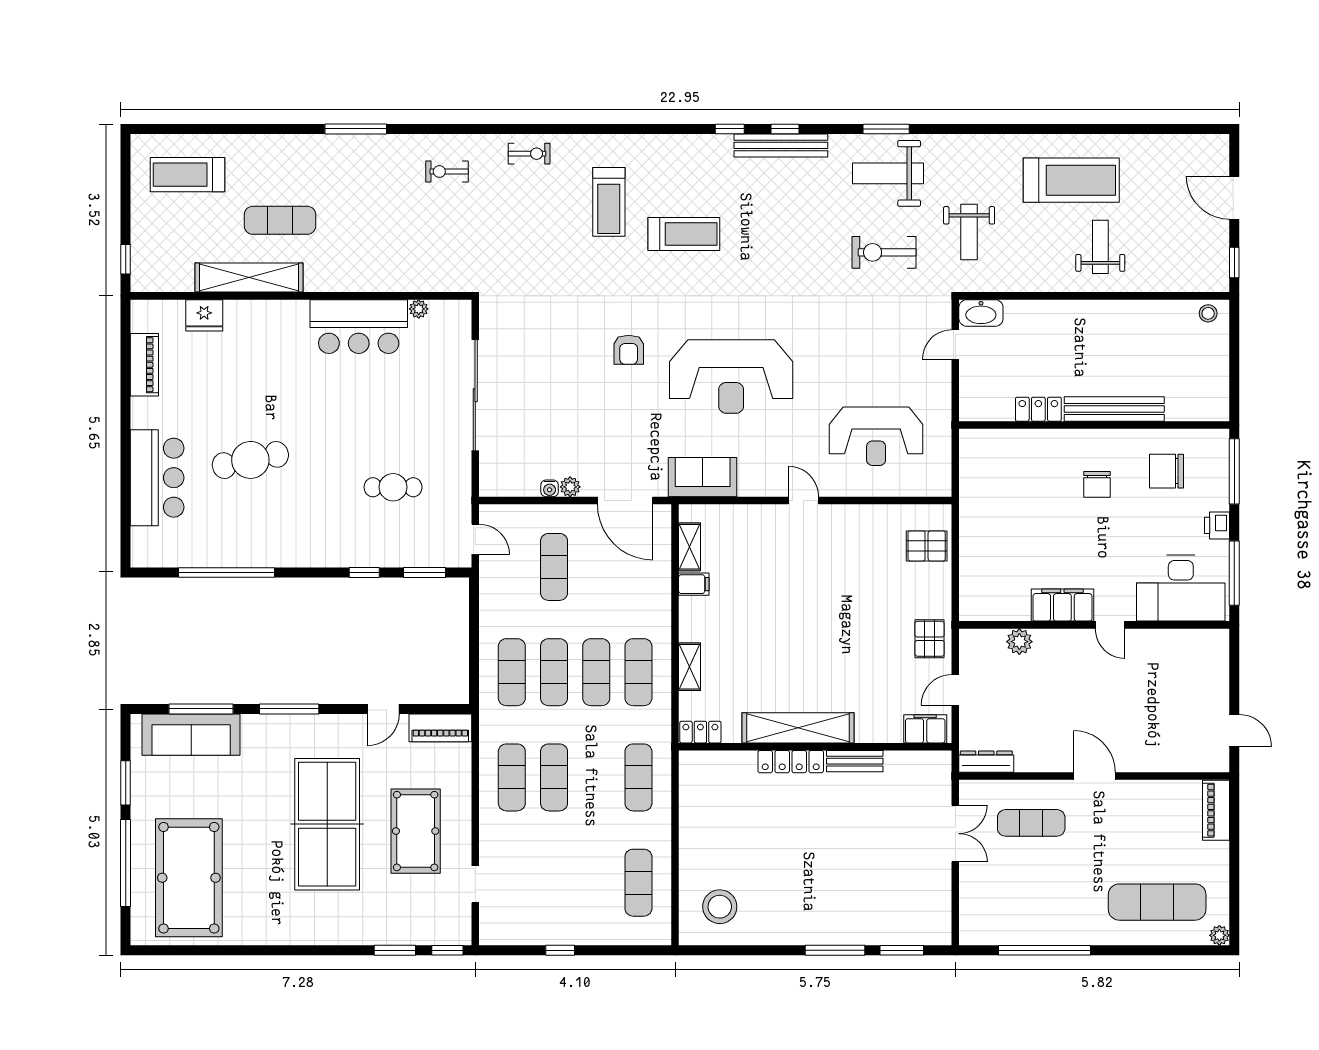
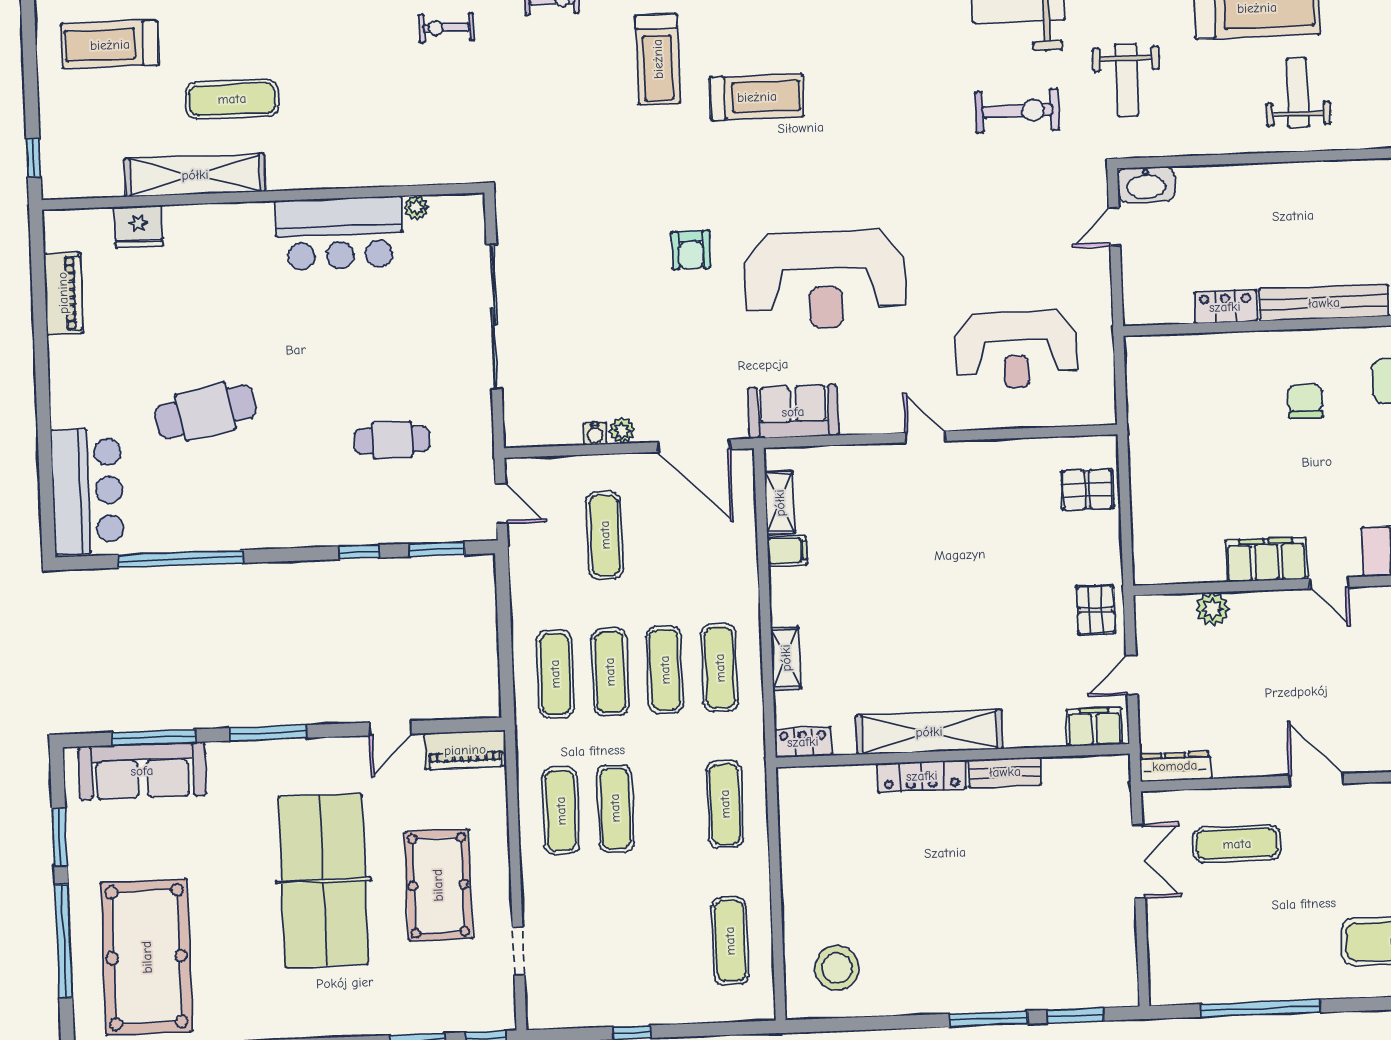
exercise bike: (884, 252) -> (1017, 111), turned 180
bar counter: (157, 478) -> (87, 491), moved
chair: (1097, 484) -> (1305, 401), turned 180

